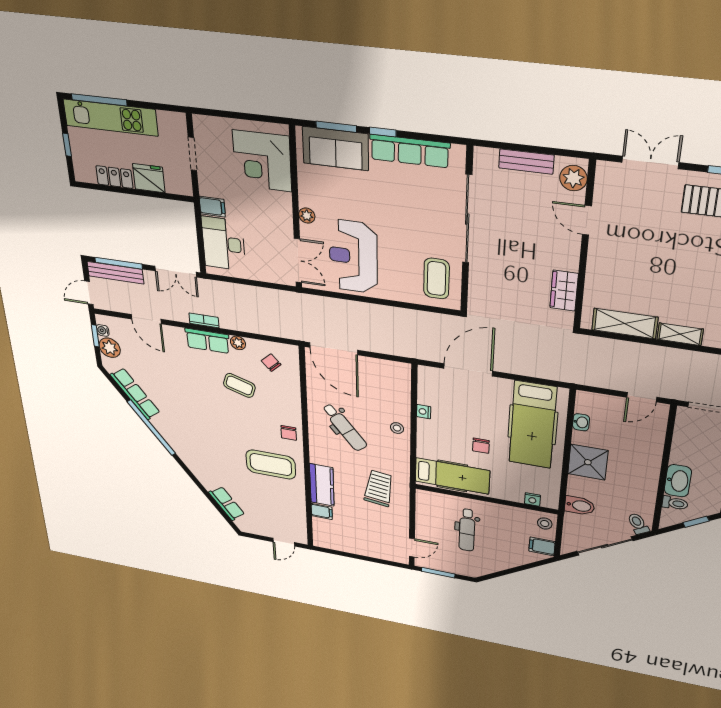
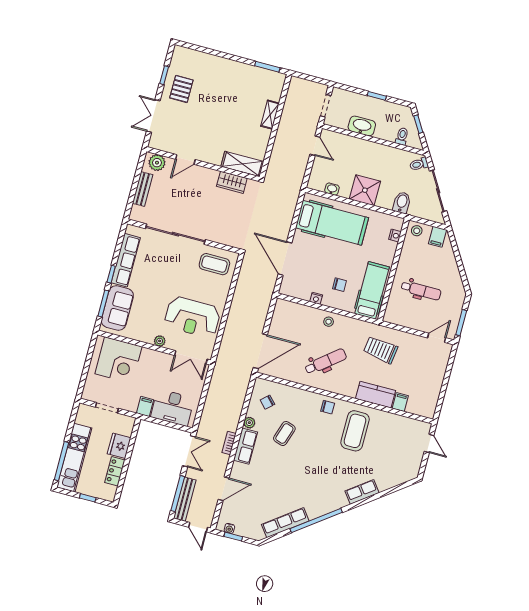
double door: (298, 261) -> (191, 357), swing flipped
shelving: (625, 324) -> (242, 164), moved, turned 90
plant: (110, 348) -> (244, 528), removed
chair: (481, 446) -> (339, 285), moved
washbasin: (678, 481) -> (362, 126), moved
row of seats: (227, 503) -> (362, 492), moved
door: (412, 548) -> (437, 338), hinge flipped

